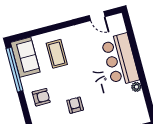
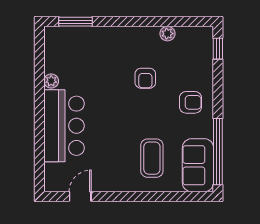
door: (97, 16) -> (80, 196), hinge flipped
armchair: (41, 97) -> (190, 102), turned 180

